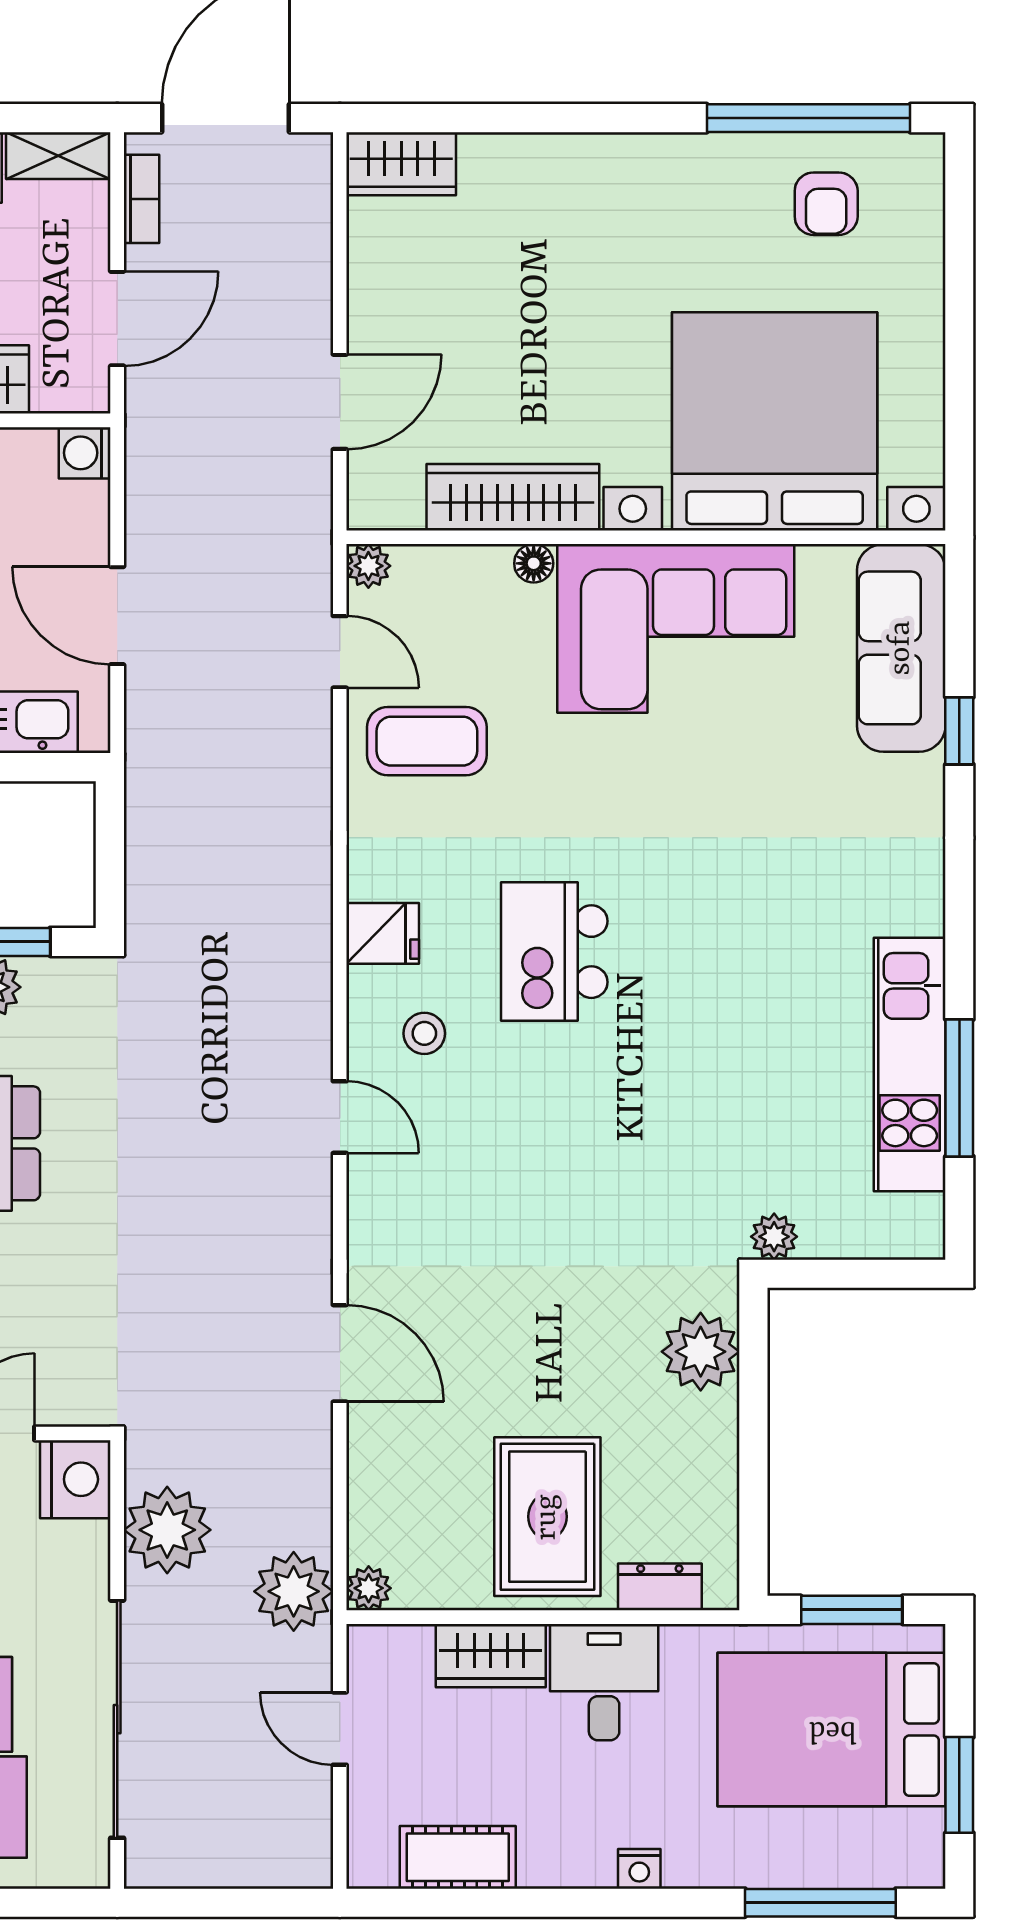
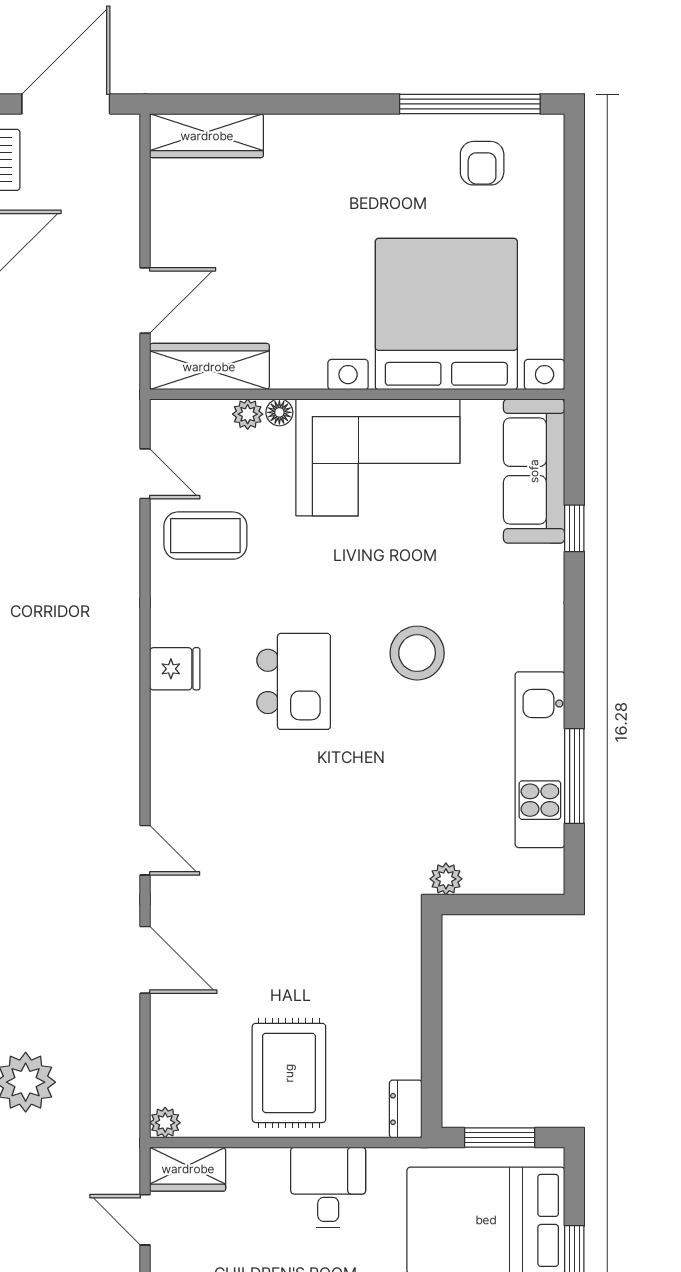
wardrobe: (401, 164) -> (207, 136), width x1.50
wardrobe: (513, 497) -> (209, 367), moved
plant: (368, 566) -> (248, 414), moved
kitchen island: (554, 952) -> (294, 681), turned 180
stool: (424, 1033) -> (417, 653), moved, width x1.89, depth x1.89
door: (340, 1117) -> (145, 850), moved
plant: (701, 1352) -> (395, 959), removed
dresser: (660, 1587) -> (406, 1109), moved, turned -90
plant: (294, 1591) -> (113, 1125), removed
wardrobe: (491, 1656) -> (188, 1169), moved

